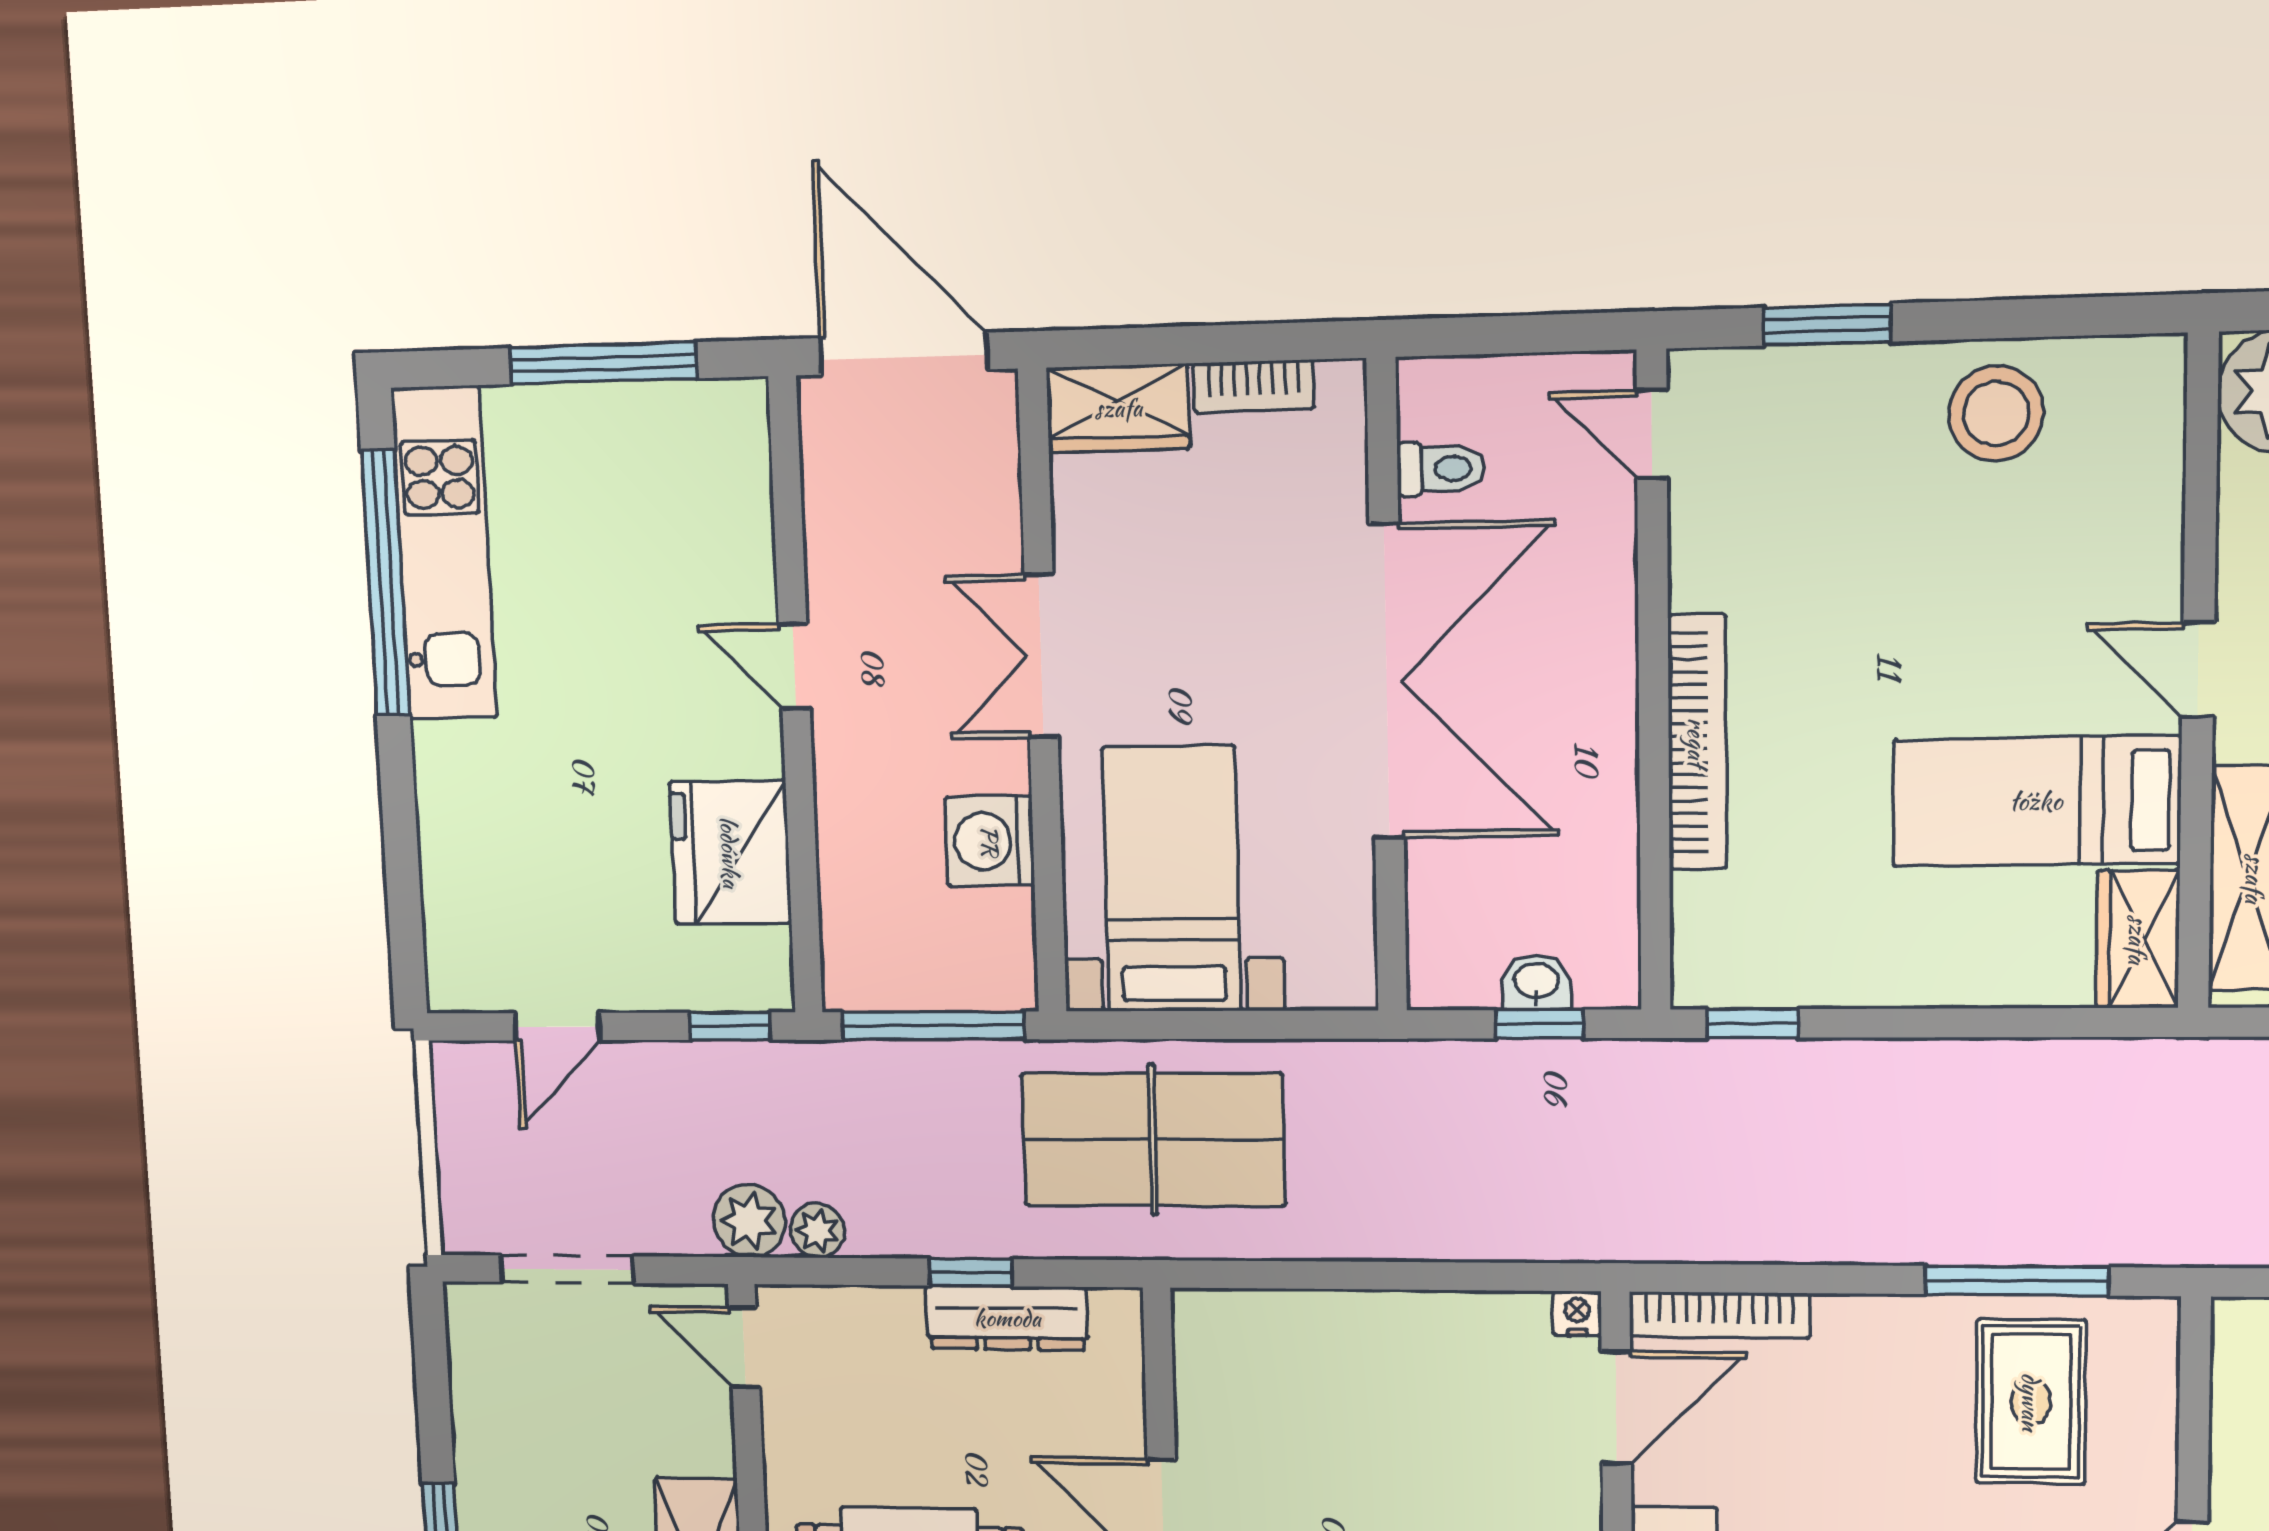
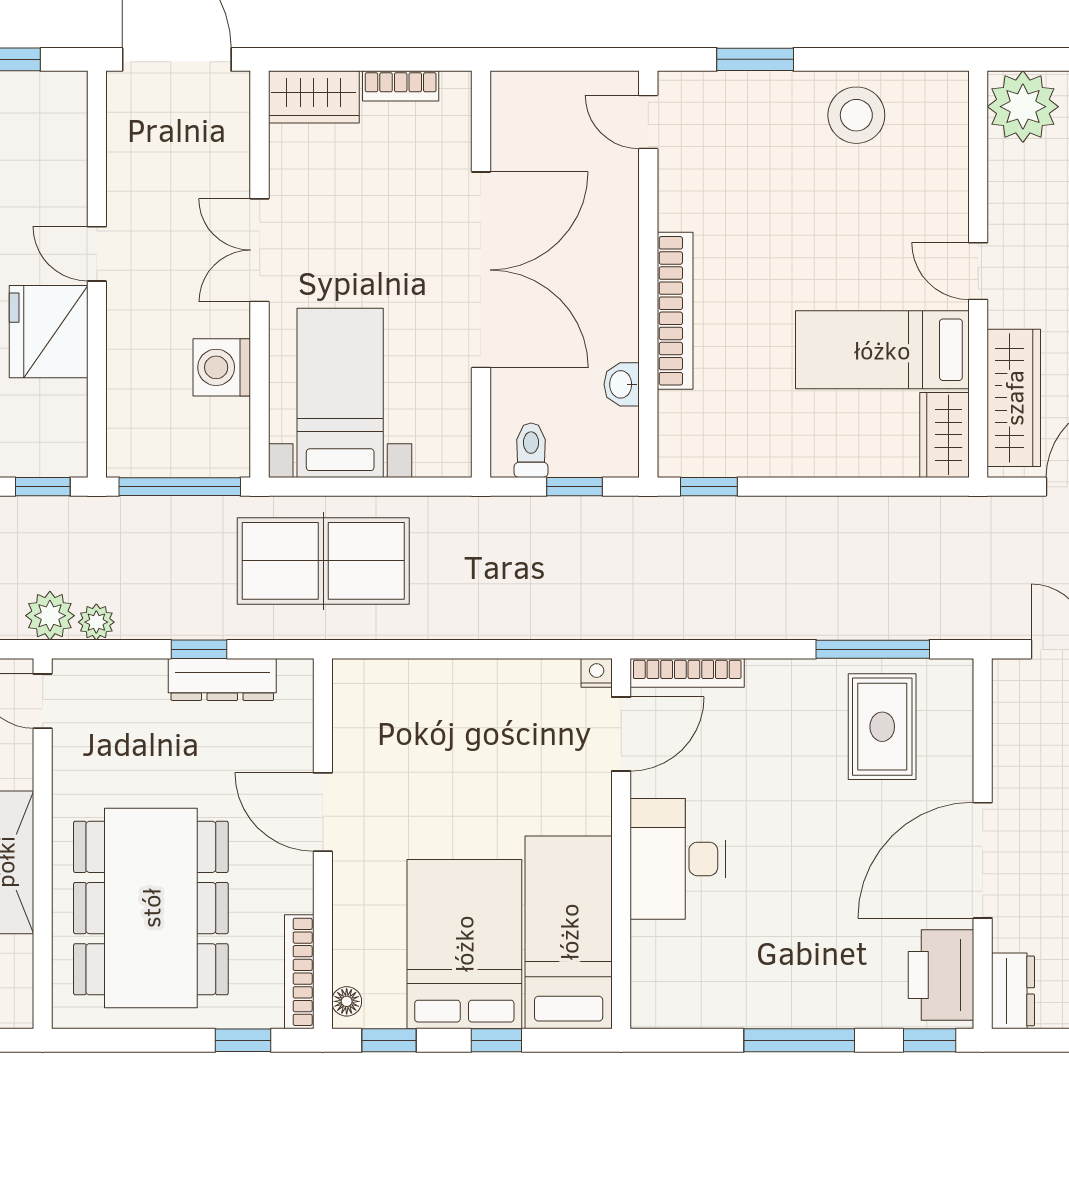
toilet: (1441, 469) -> (531, 450), moved, turned -90
fridge: (730, 852) -> (49, 332), moved
washbasin: (1536, 982) -> (622, 384), moved, turned -90

